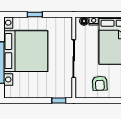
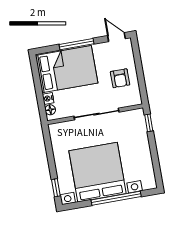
window: (35, 14) -> (56, 188), moved
armchair: (100, 83) -> (120, 78), turned 92

